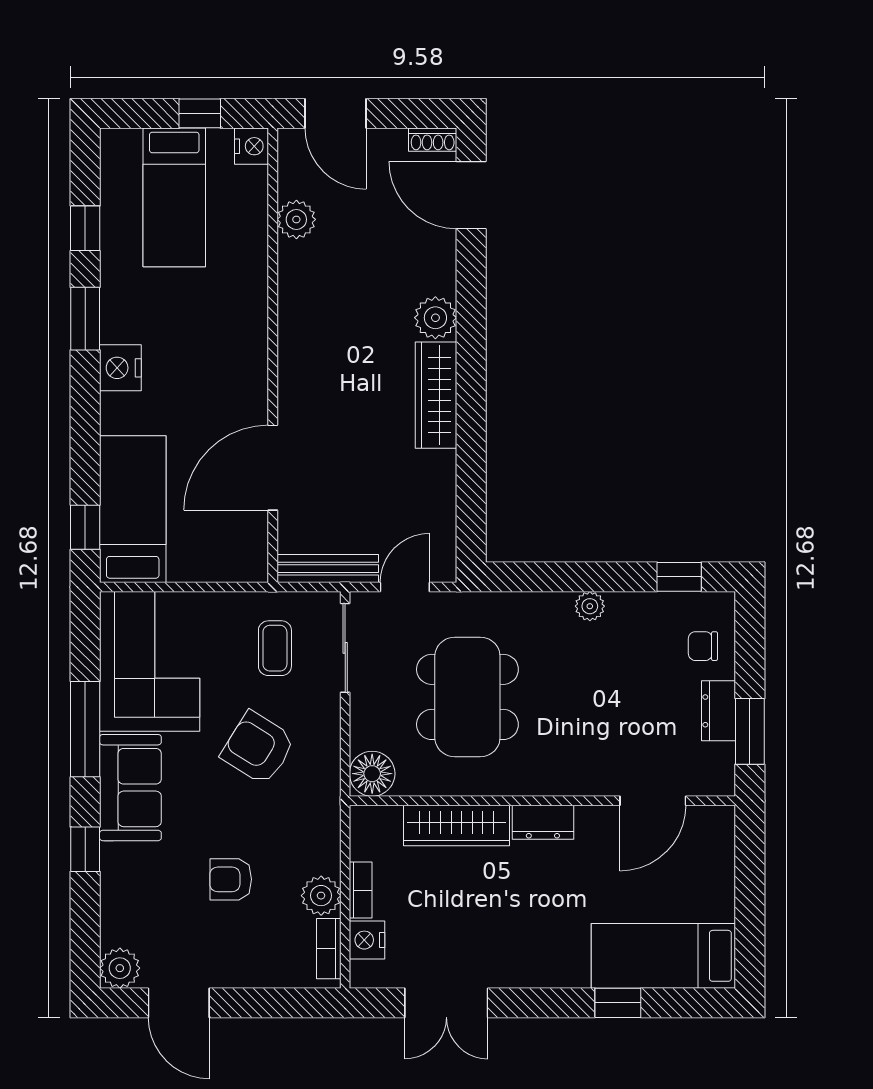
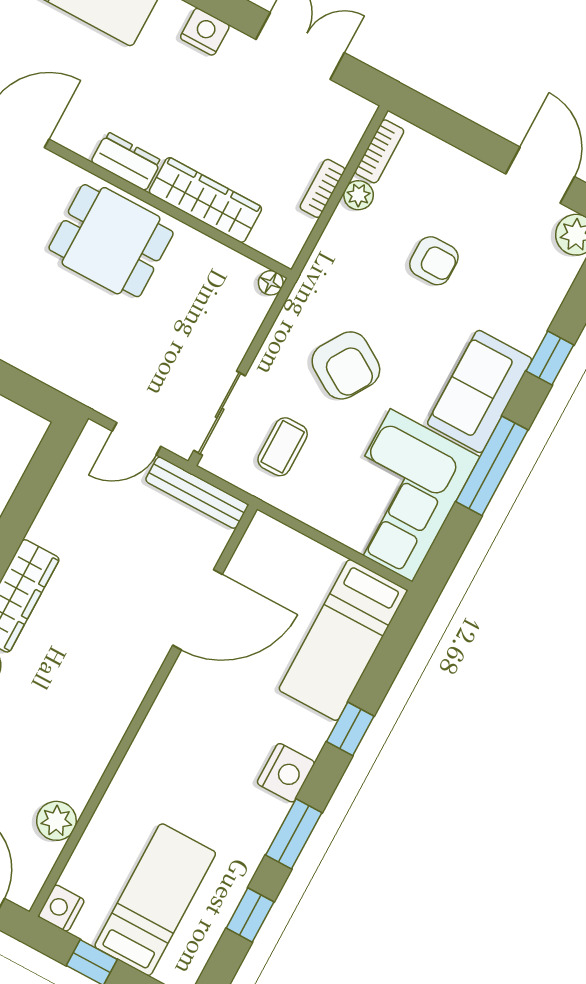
window: (85, 527) -> (350, 729), moved
dining table: (467, 697) -> (111, 241), moved, width x0.73
floor lamp: (372, 774) -> (271, 283), width x0.53, depth x0.53
plant: (321, 896) -> (359, 195), width x0.73, depth x0.73
nightstand: (367, 940) -> (205, 32), moved, turned -90

